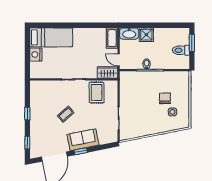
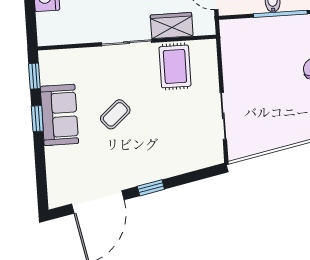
wardrobe: (108, 72) -> (172, 26), moved
sofa: (83, 140) -> (59, 115), moved, turned 101
window: (27, 143) -> (34, 76), moved

